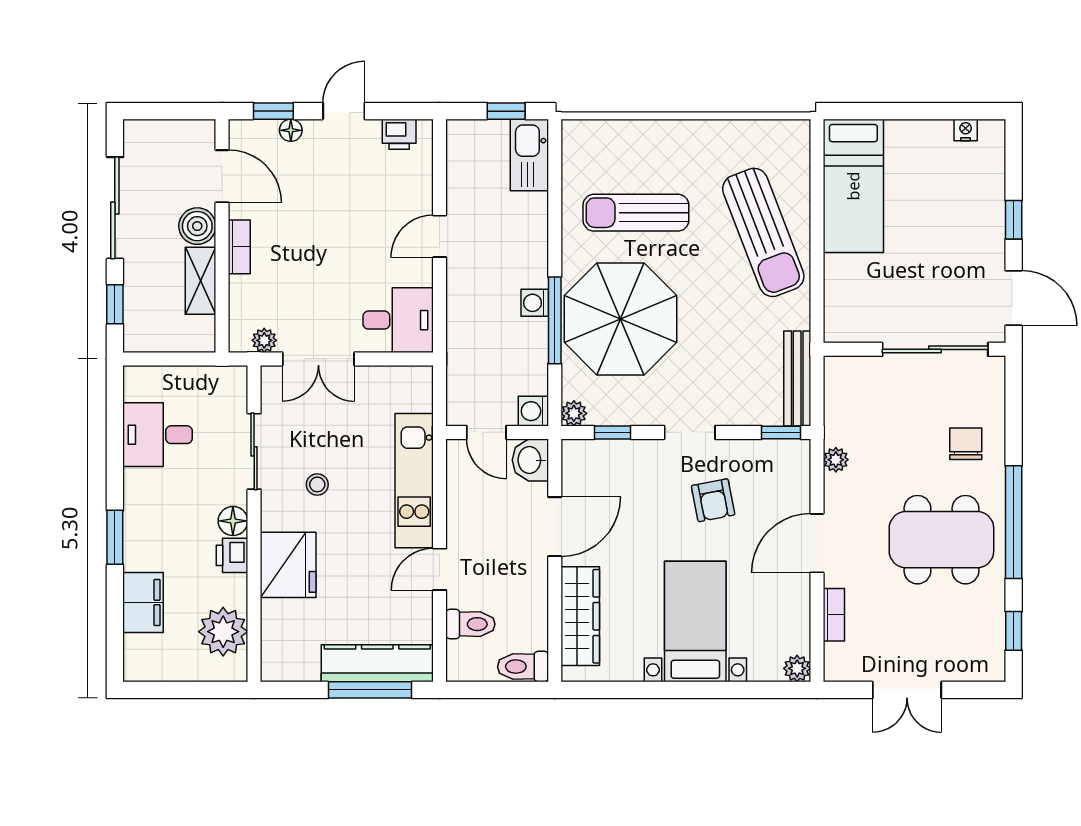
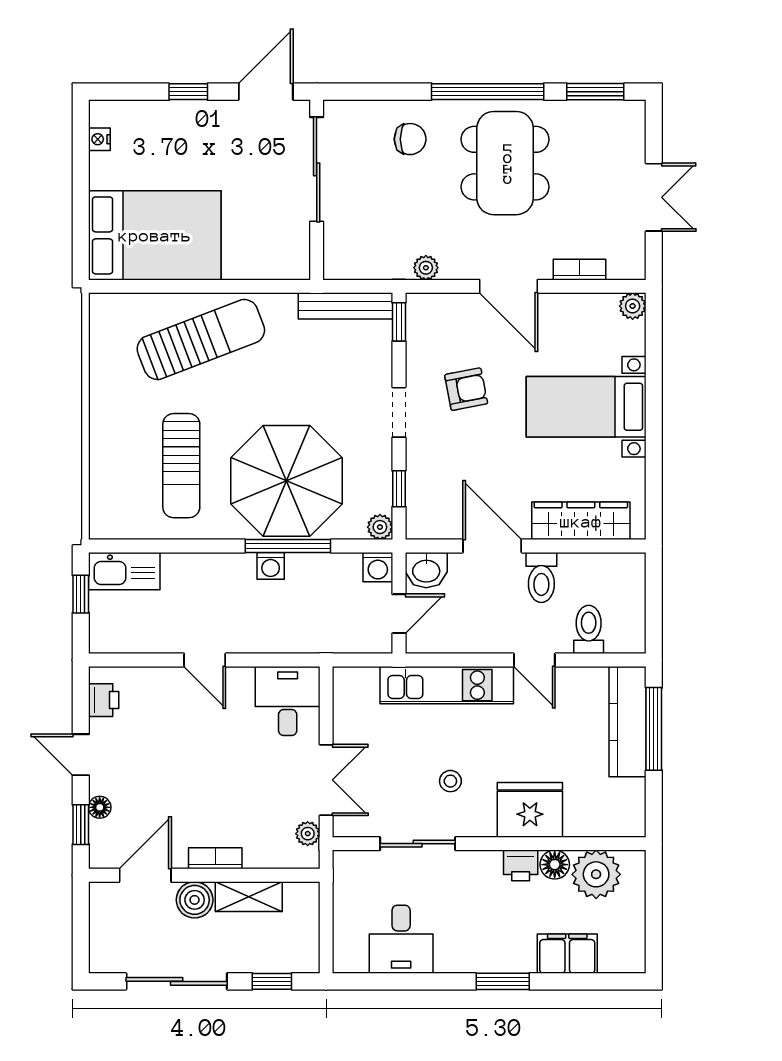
bed: (853, 186) -> (155, 235), width x1.50
chair: (966, 444) -> (410, 139), turned 180
floor lamp: (233, 521) -> (555, 865), moved
window: (1014, 631) -> (595, 92), width x1.50
toilet: (523, 667) -> (541, 577), moved

